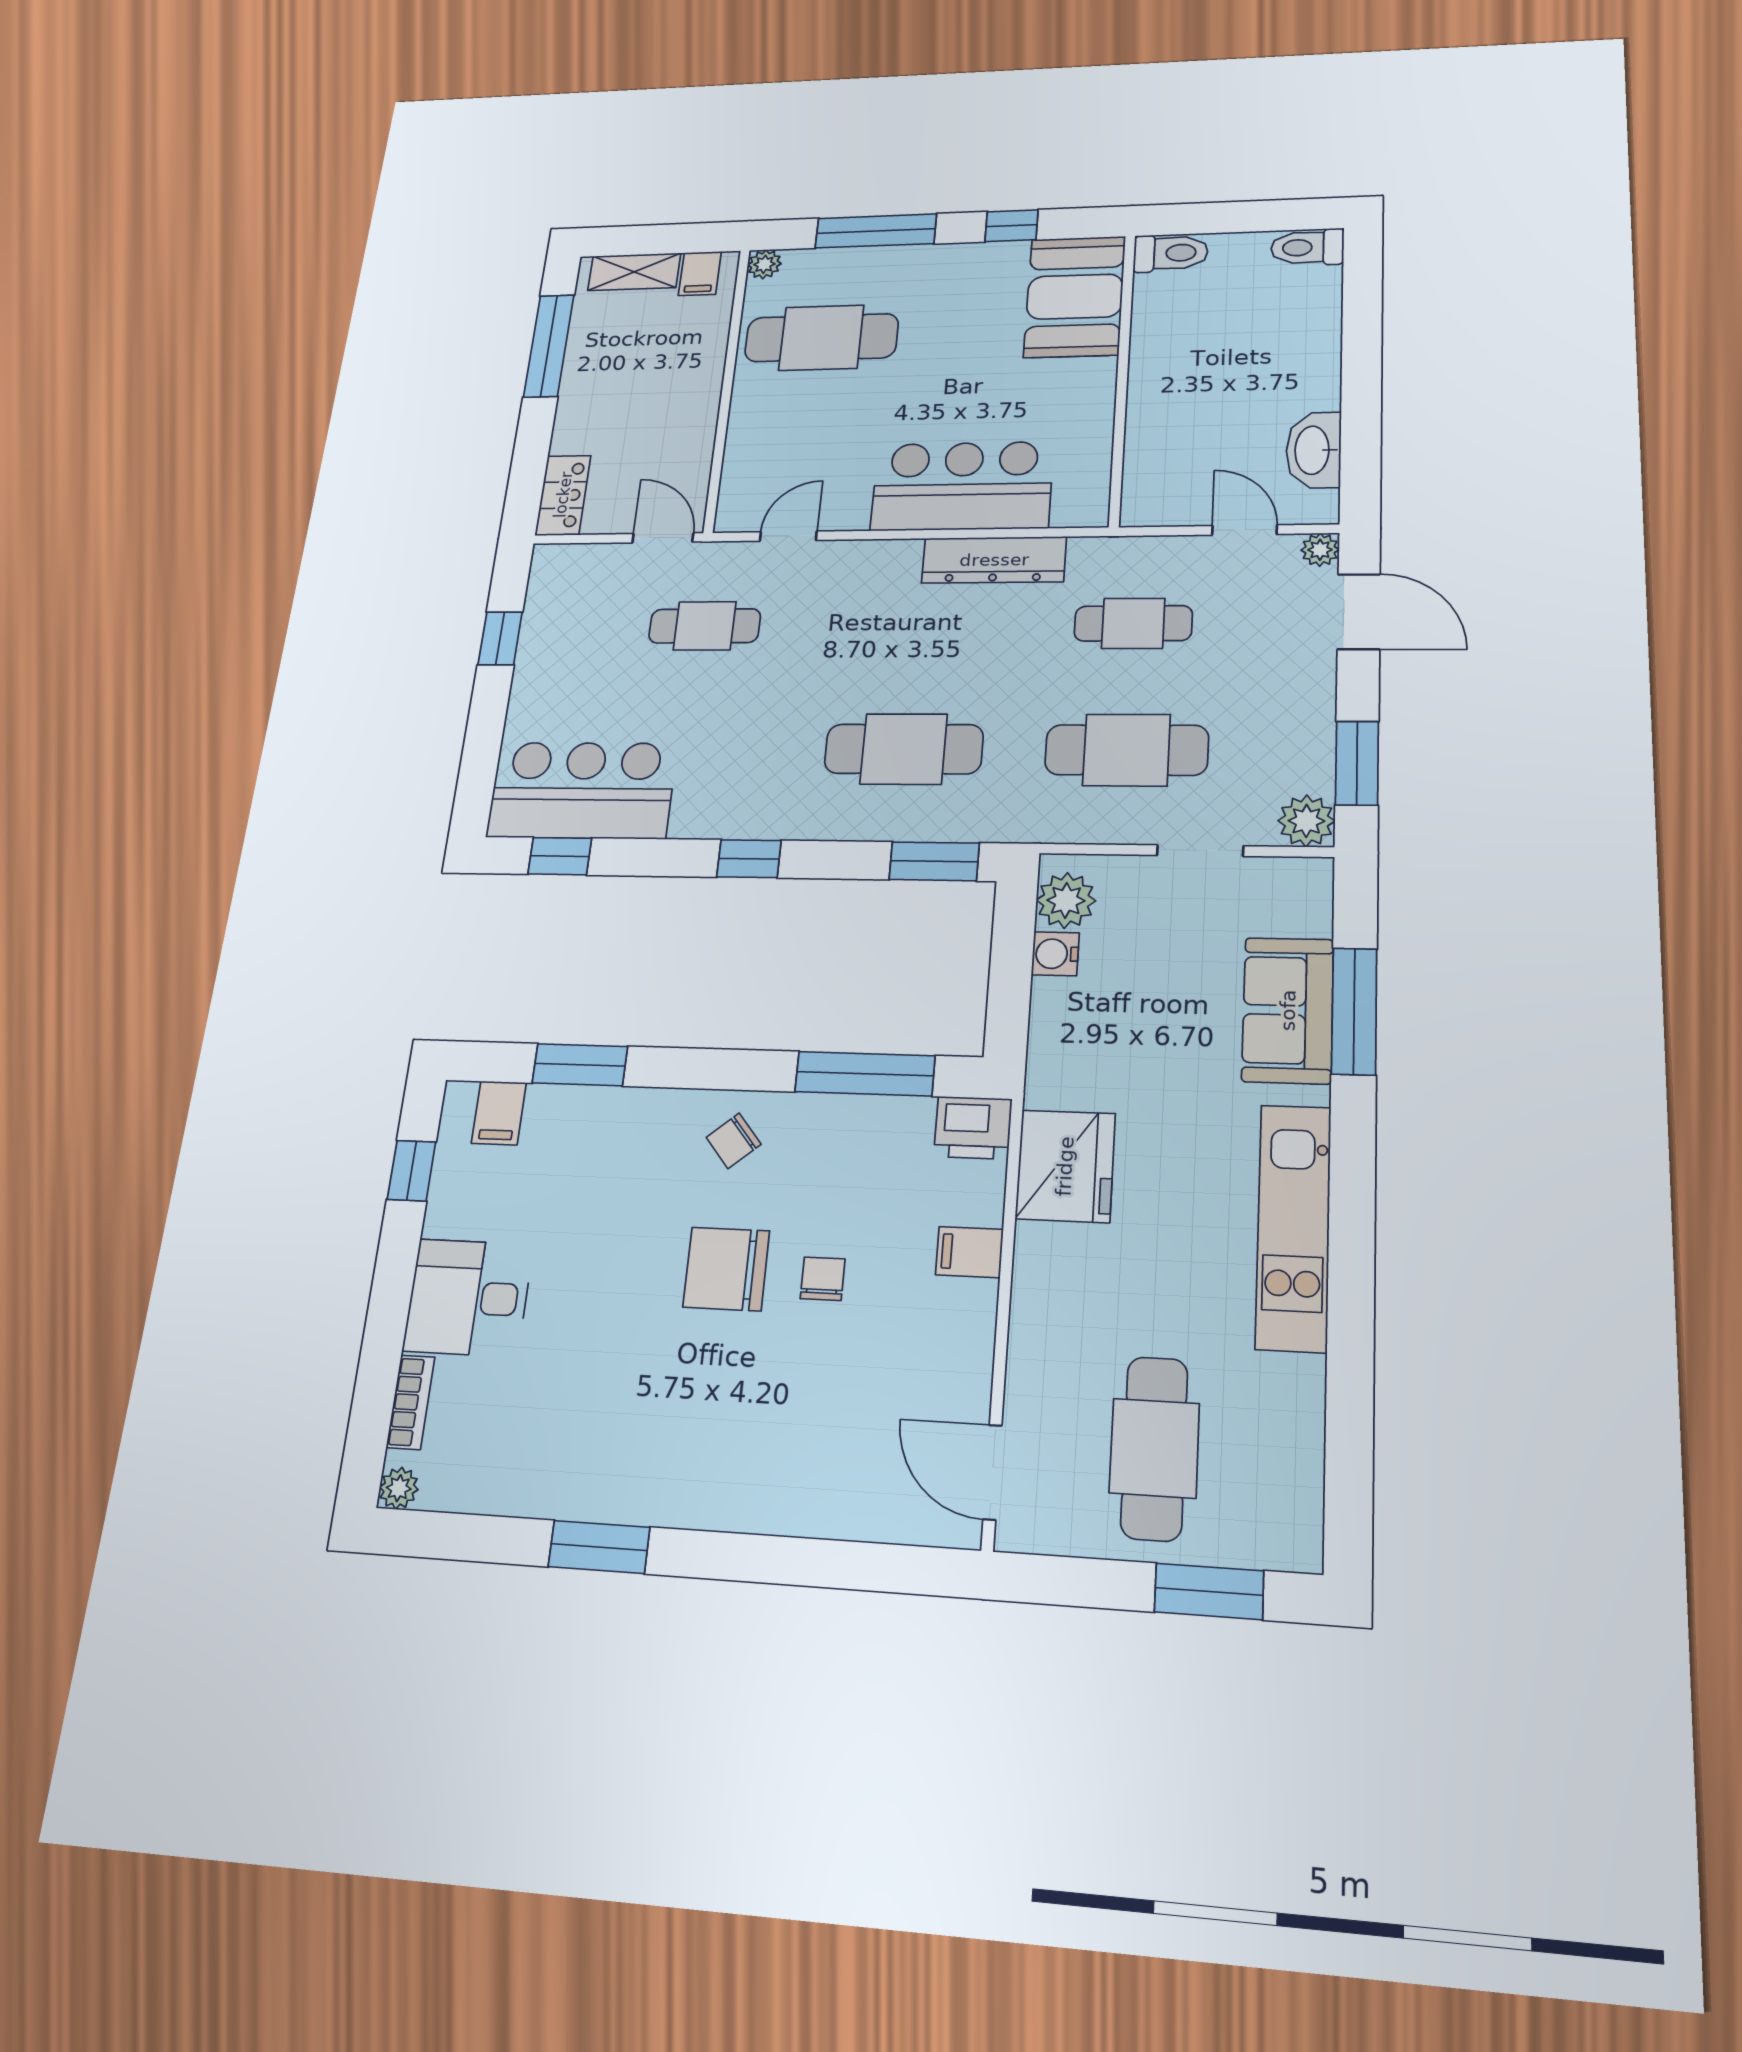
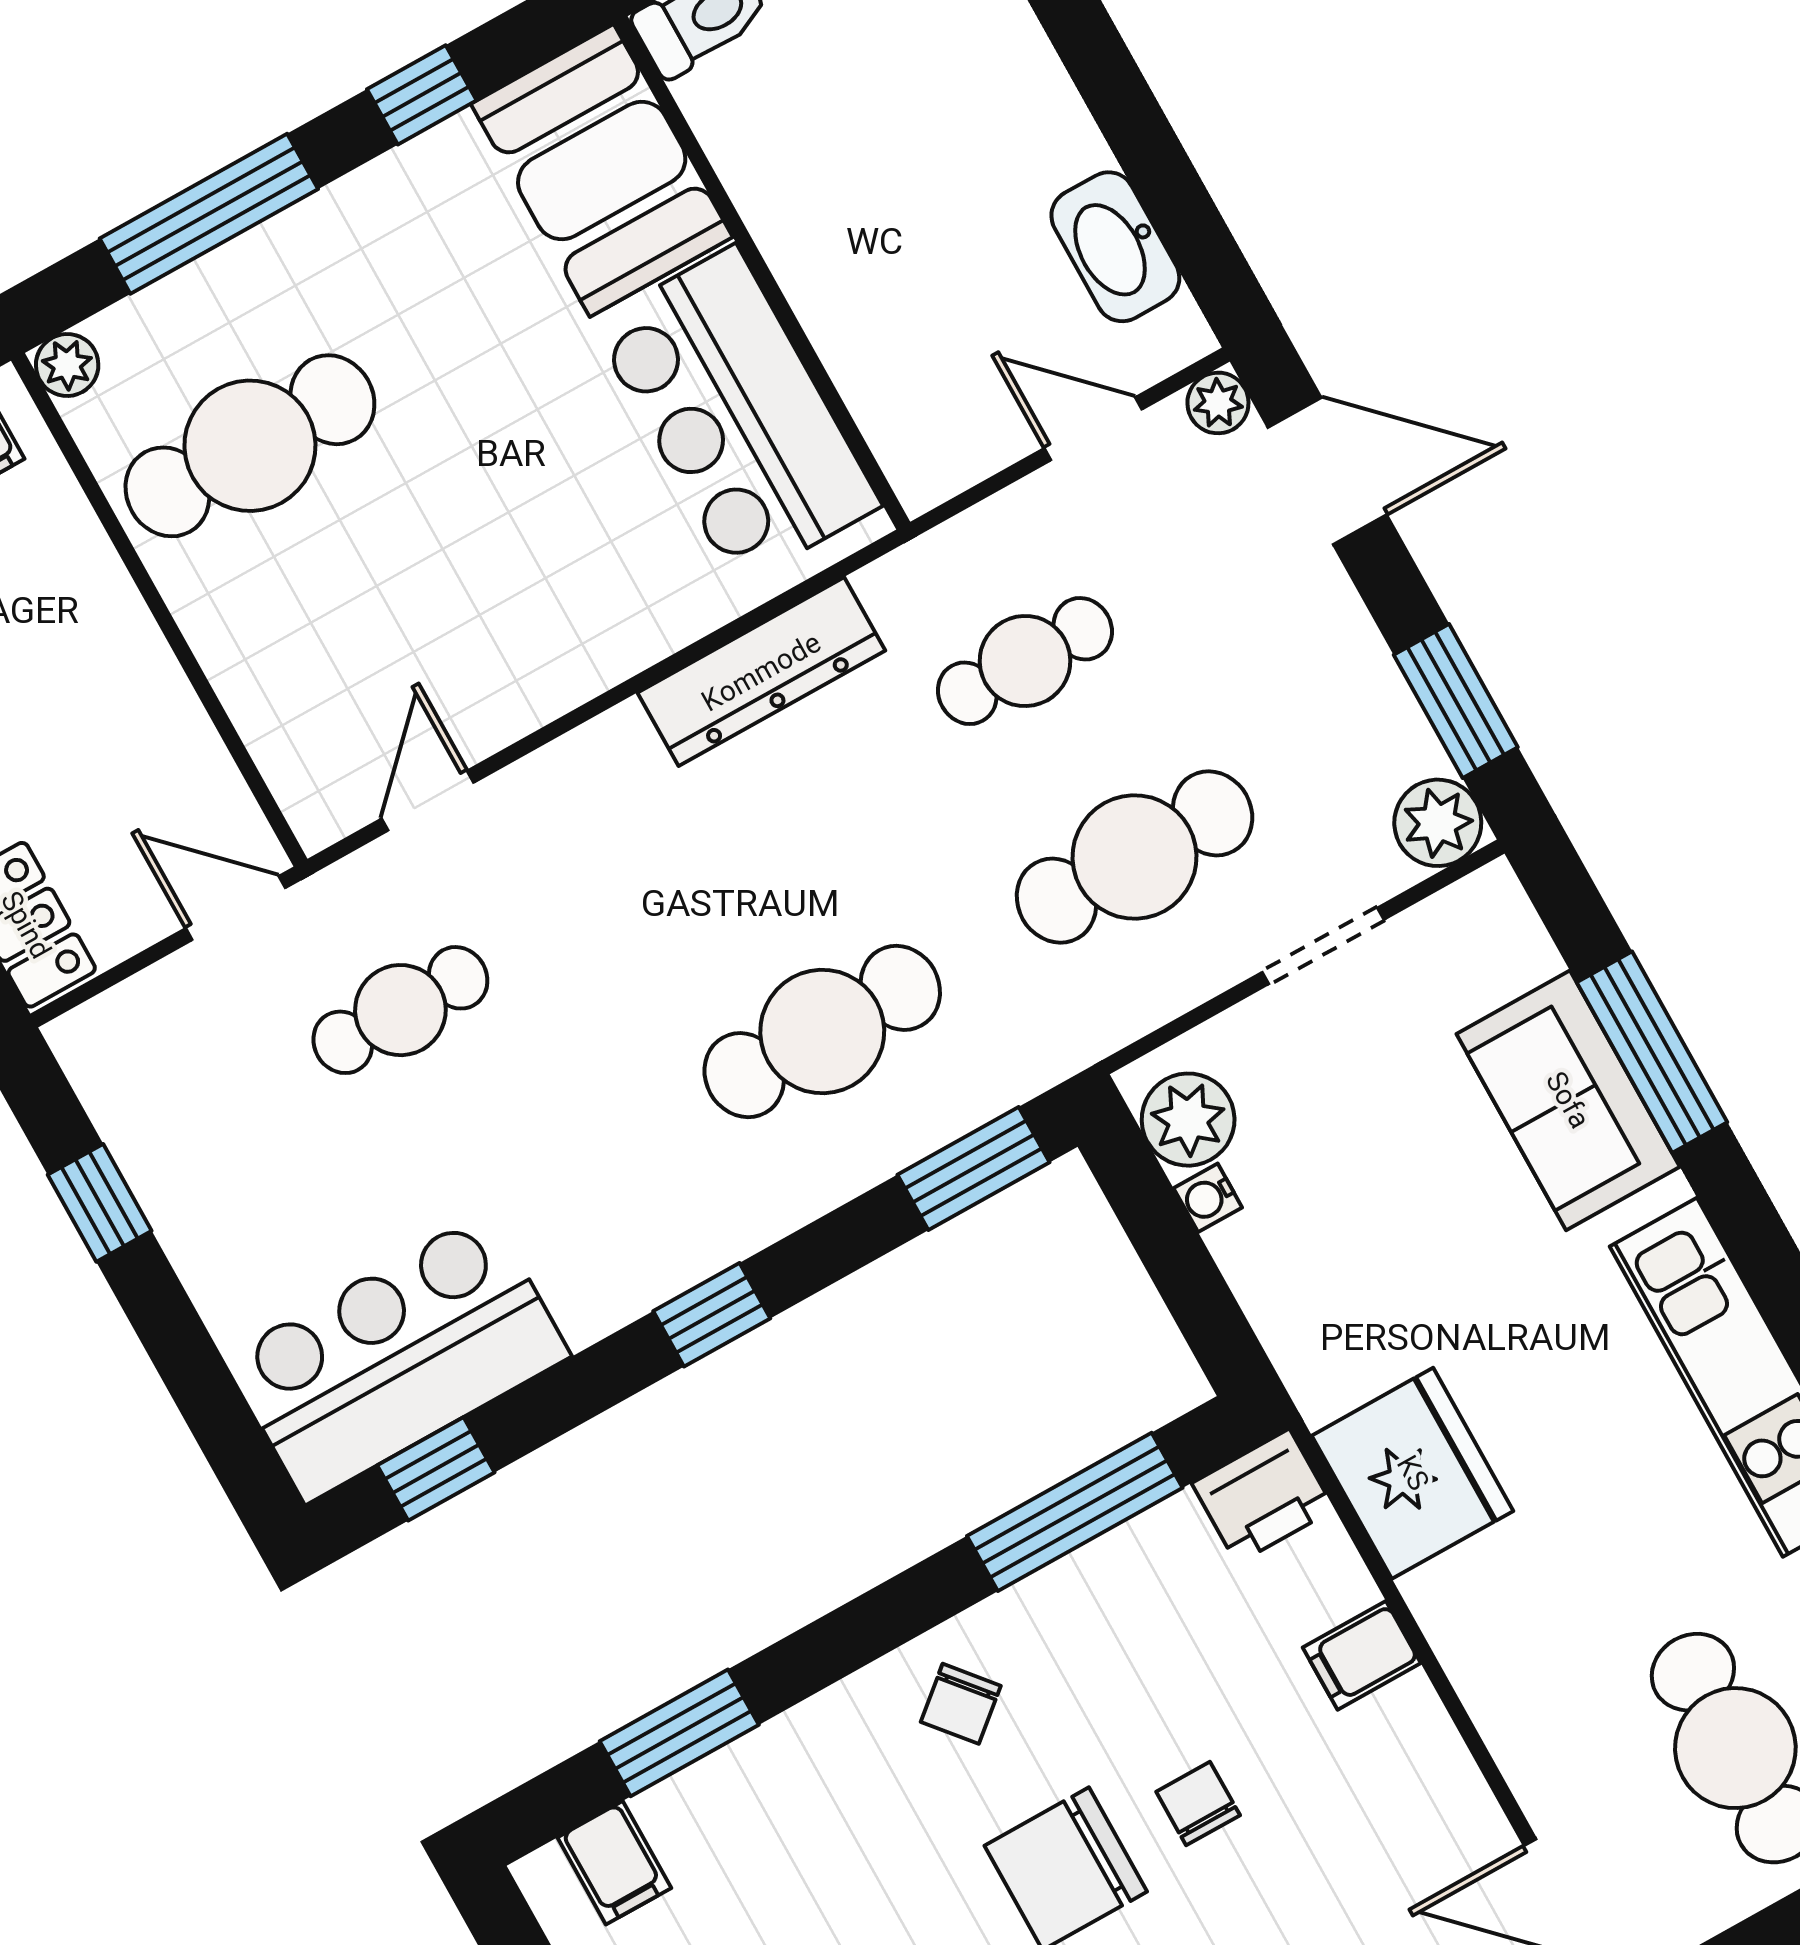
bar counter: (962, 486) -> (736, 415), moved, turned -90
water cooler: (1055, 954) -> (1208, 1198), width x0.72, depth x0.72

